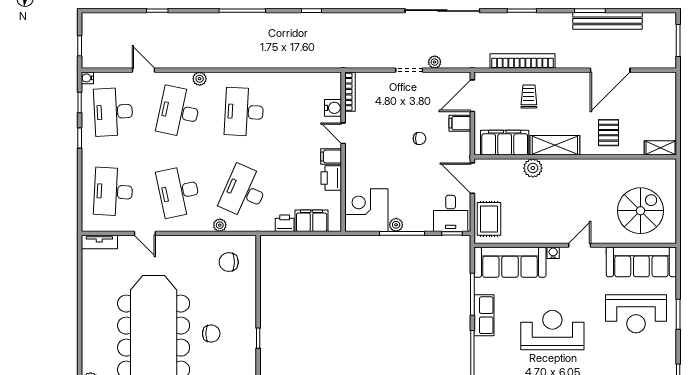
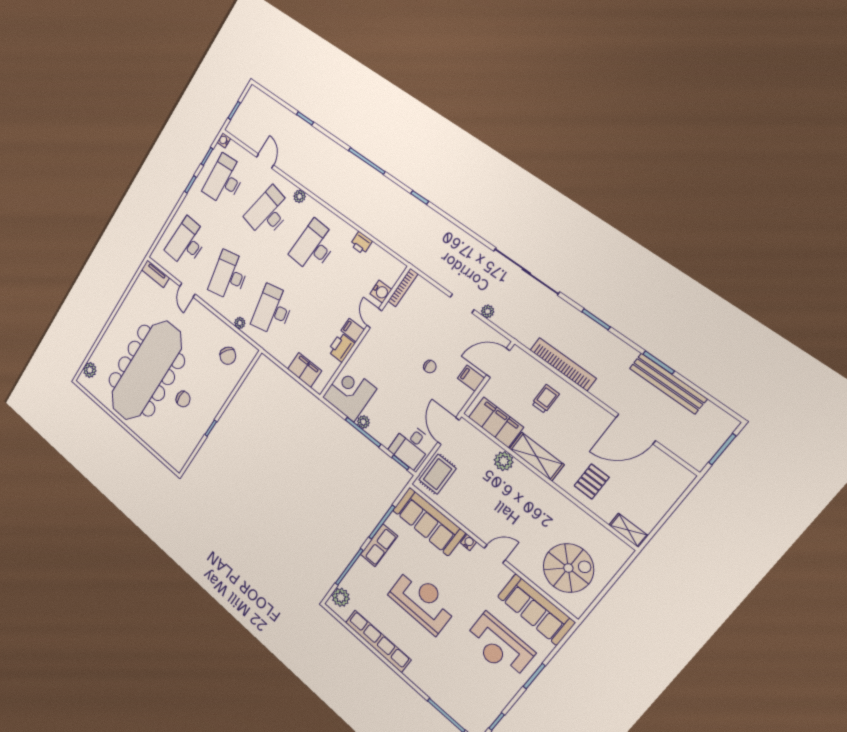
desk: (244, 192) -> (273, 310), turned -36
printer: (285, 223) -> (361, 243), moved, turned 180
chair: (229, 262) -> (228, 356), turned -142

